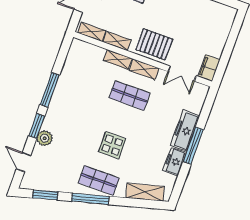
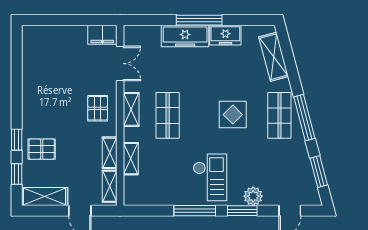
pallet: (154, 44) -> (98, 108), width x0.67, depth x0.71
shelving: (118, 59) -> (131, 159), moved
checkout: (71, 111) -> (210, 177), added

